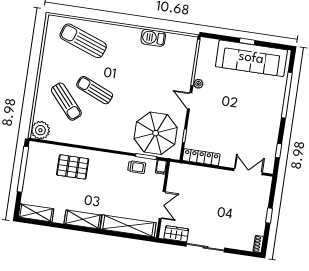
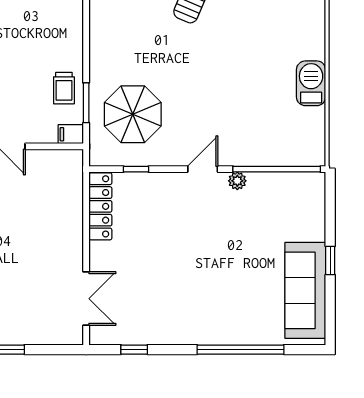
sofa: (251, 58) -> (305, 290), width x0.74, depth x0.79
parasol: (156, 133) -> (133, 114), width x0.73, depth x0.73

